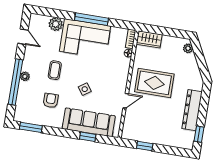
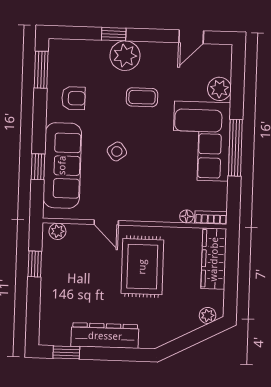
wardrobe: (149, 39) -> (214, 259), width x1.50
plant: (25, 76) -> (125, 56), width x1.87, depth x1.87
window: (15, 82) -> (114, 34), width x0.32
armchair: (51, 101) -> (73, 98), moved
plant: (127, 130) -> (57, 231), added

